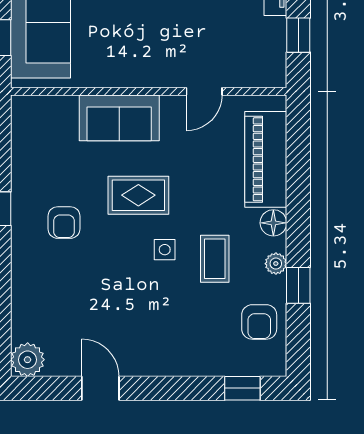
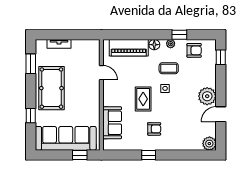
window: (298, 35) -> (79, 35), removed
sofa: (119, 118) -> (112, 123), moved
plant: (145, 354) -> (207, 96), added

